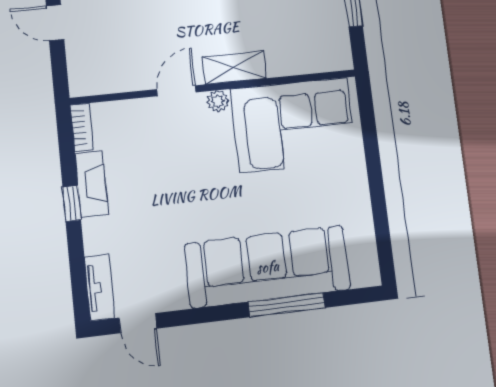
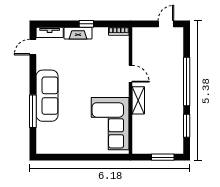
plant: (218, 101) -> (124, 91), removed
fireplace: (92, 184) -> (78, 33), moved
sofa: (268, 267) -> (47, 96), width x0.74, depth x0.79

